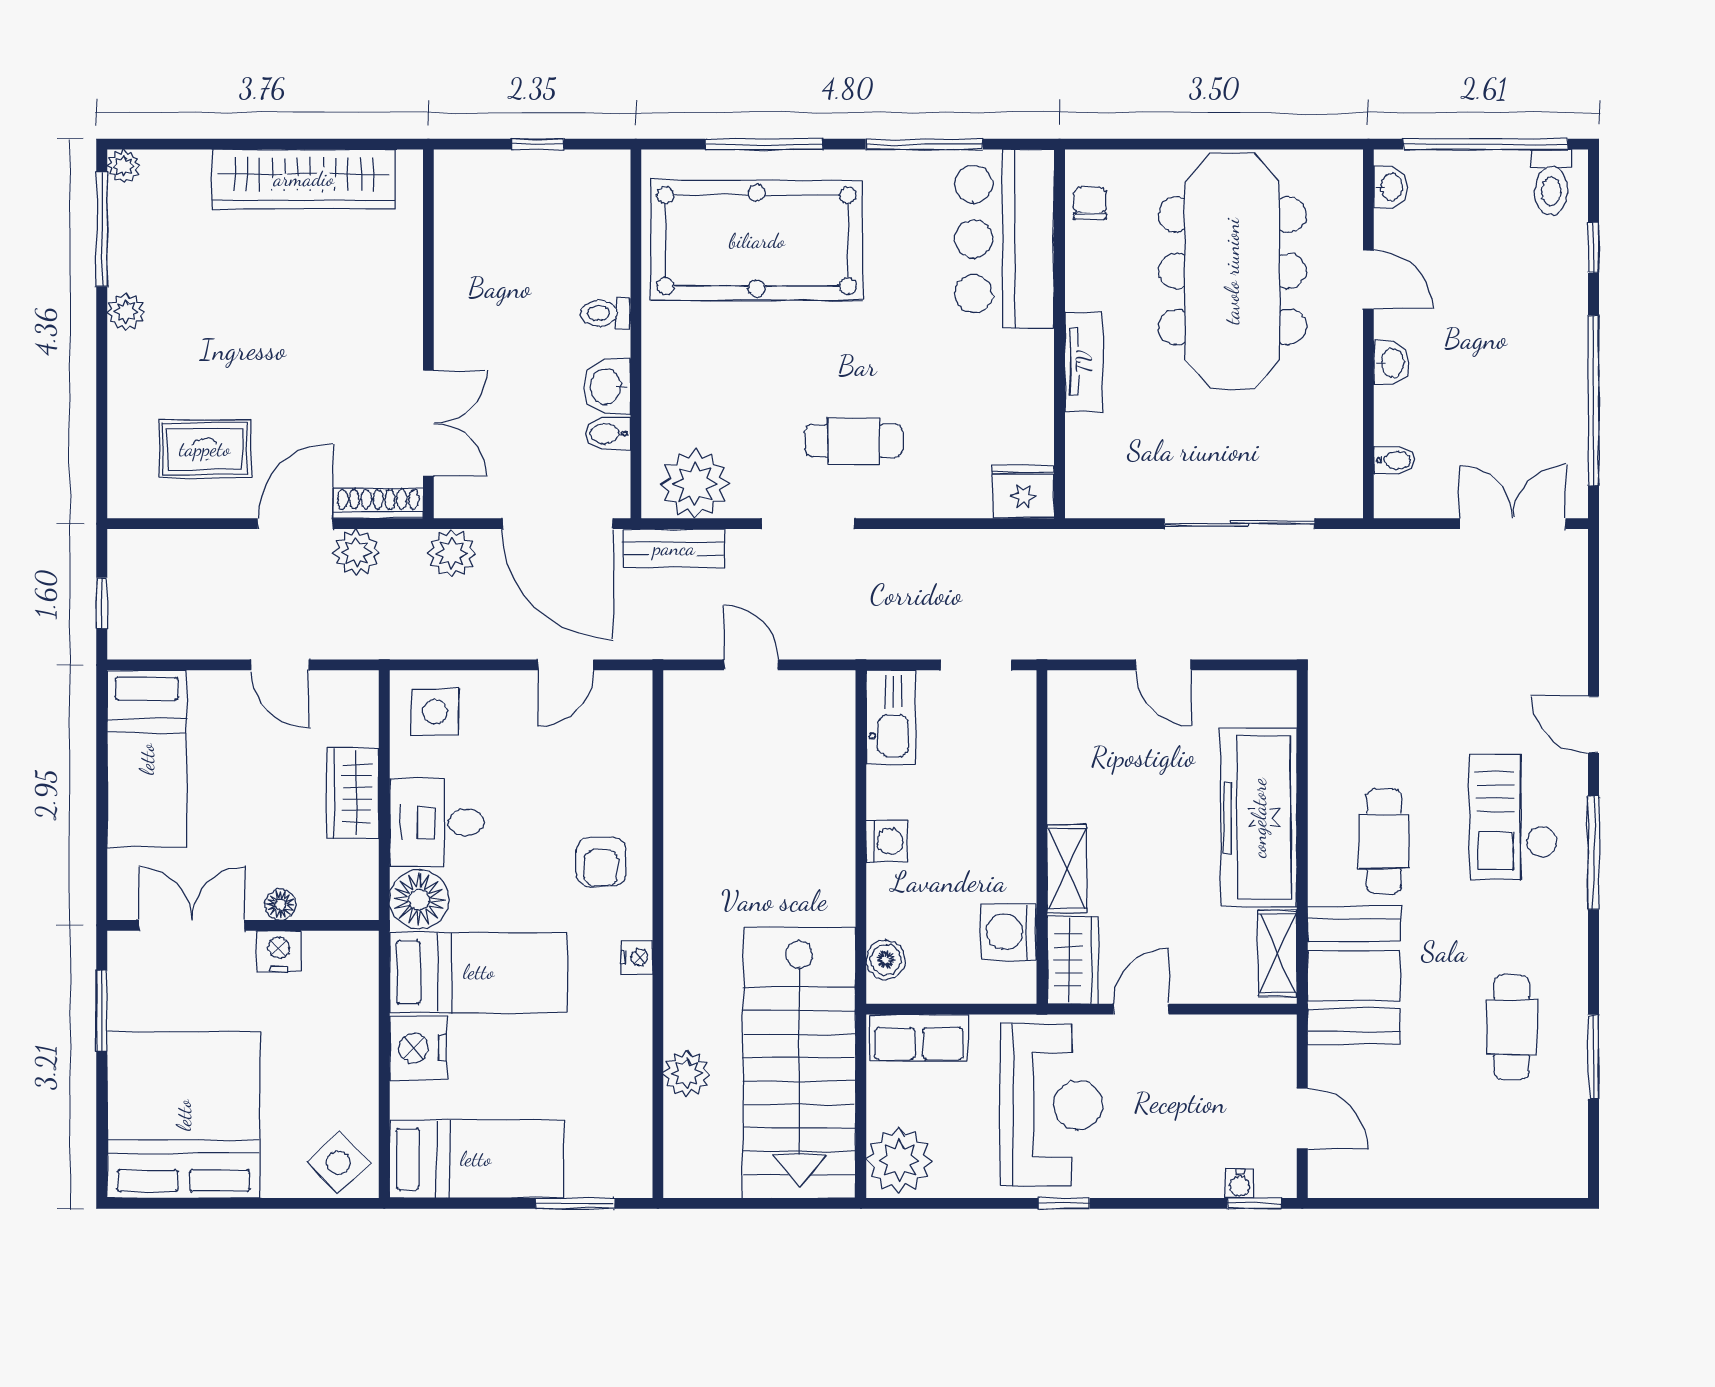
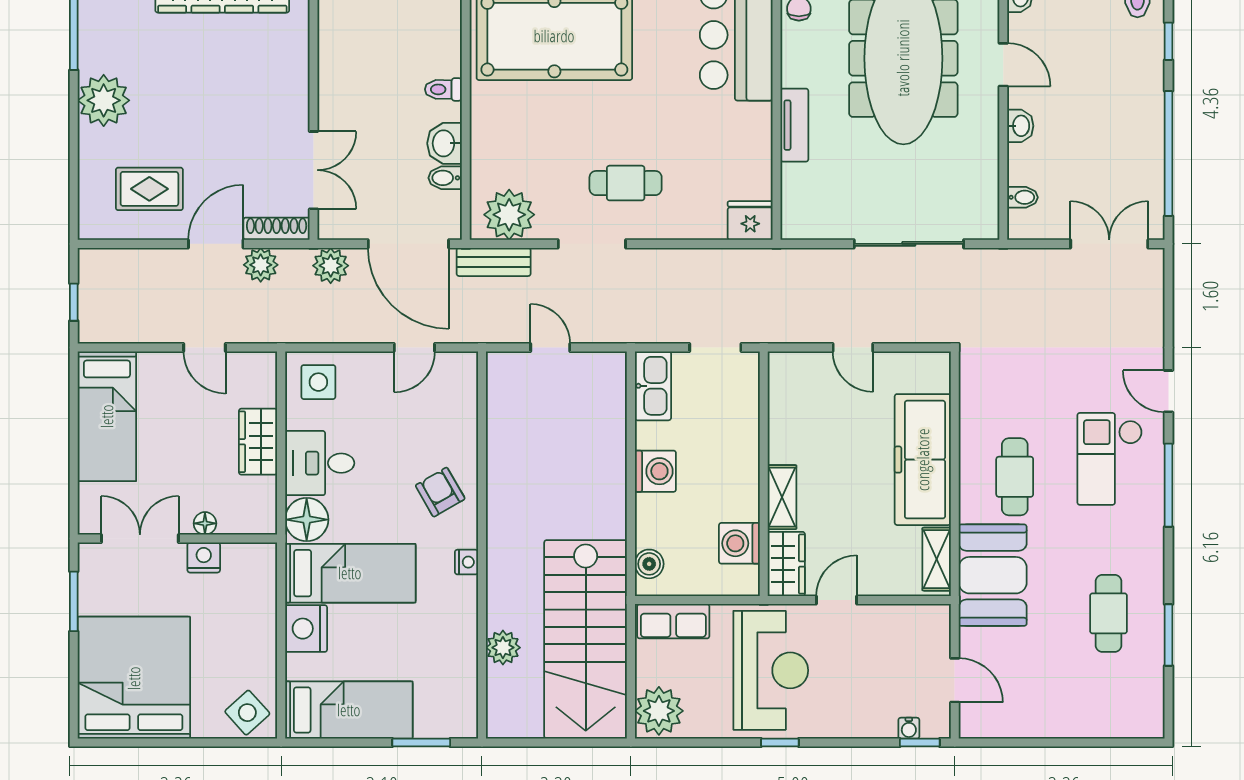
plant: (126, 312) -> (104, 100), width x1.88, depth x1.88
washing machine: (887, 841) -> (655, 471), width x1.38, depth x1.38
armchair: (601, 862) -> (440, 492), turned 150

